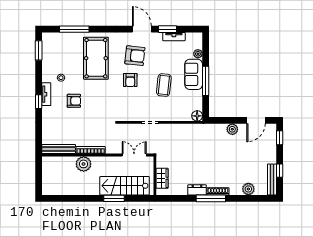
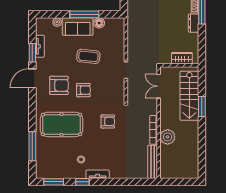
armchair: (135, 56) -> (59, 85), turned 84
armchair: (74, 101) -> (108, 121), moved, turned 90
window: (39, 102) -> (82, 182), moved
floor lamp: (197, 116) -> (99, 23), moved

